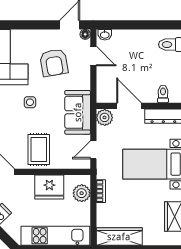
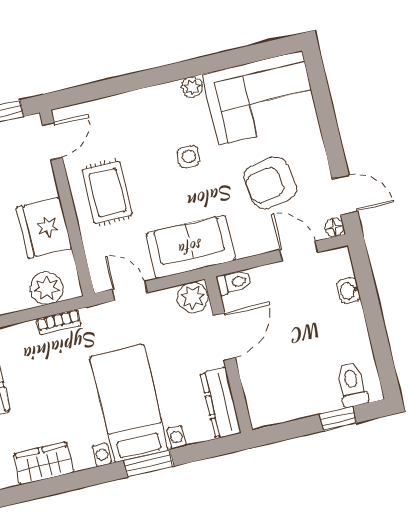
washbasin: (105, 35) -> (349, 291), moved
door: (93, 56) -> (299, 251), swing flipped
toilet: (163, 94) -> (234, 282), moved
rug: (39, 149) -> (107, 193), turned 90

